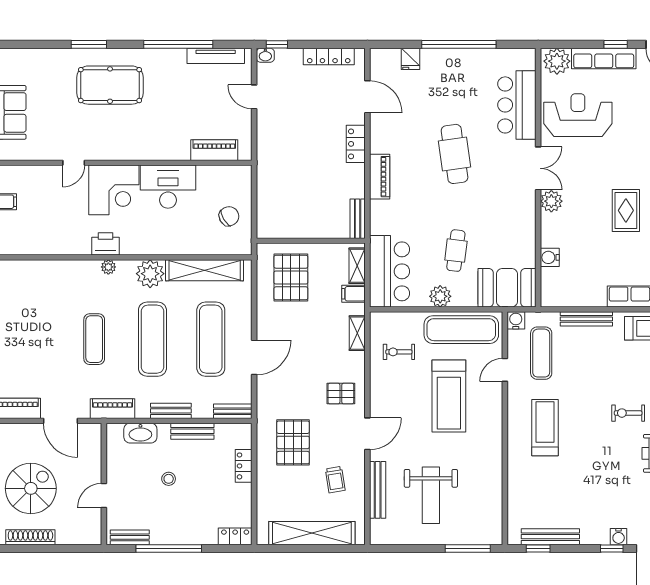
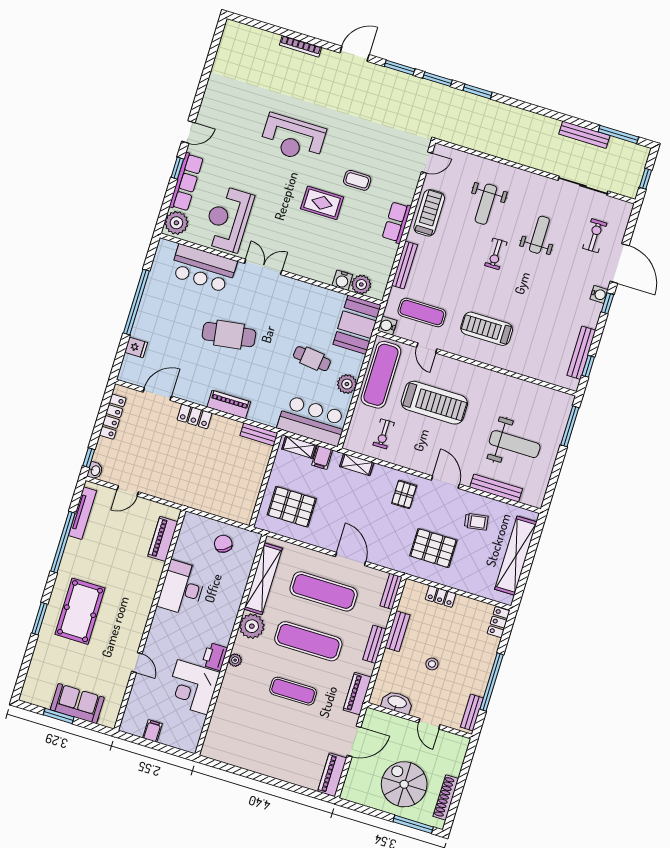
corner desk: (114, 190) -> (192, 687), moved, turned 180
plant: (551, 201) -> (361, 284), moved
washbasin: (140, 433) -> (397, 702), moved, turned -90

